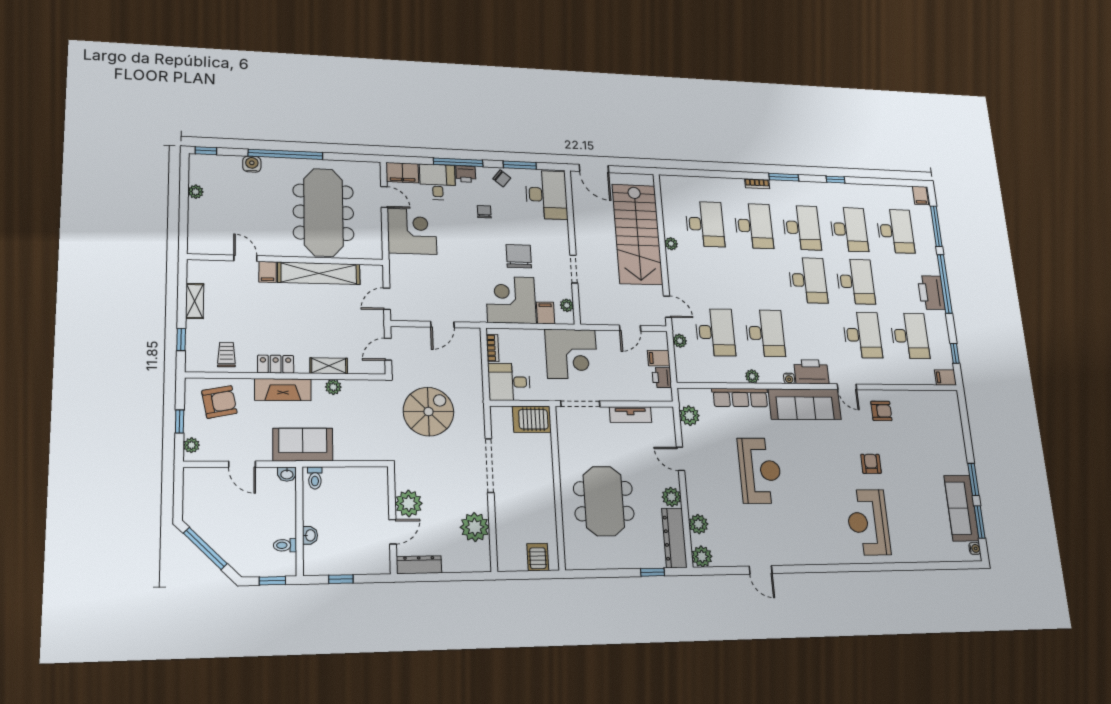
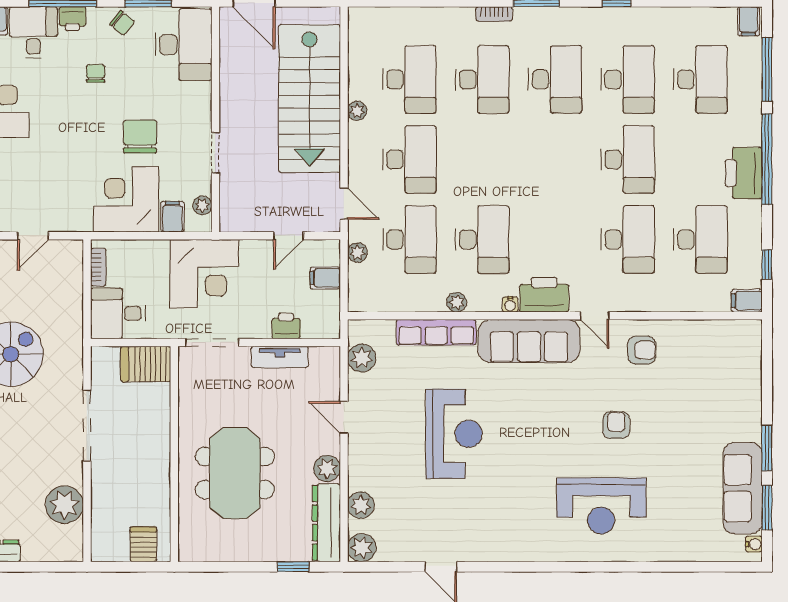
desk: (808, 280) -> (409, 159), moved
printer: (662, 378) -> (286, 326), moved, turned 90
reception desk: (868, 522) -> (601, 506), turned -90

